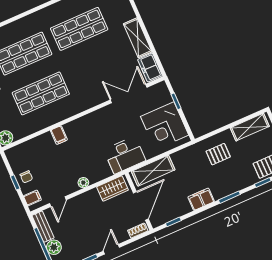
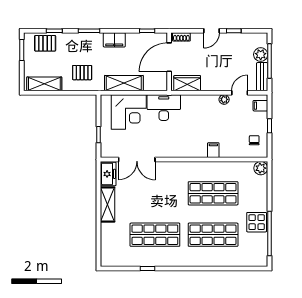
corner desk: (165, 126) -> (129, 112), moved, turned 90
shelving: (153, 171) -> (124, 83), moved
chair: (26, 177) -> (254, 140), moved
plant: (83, 183) -> (224, 99), moved

